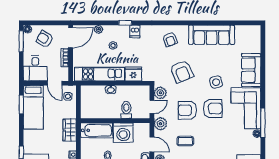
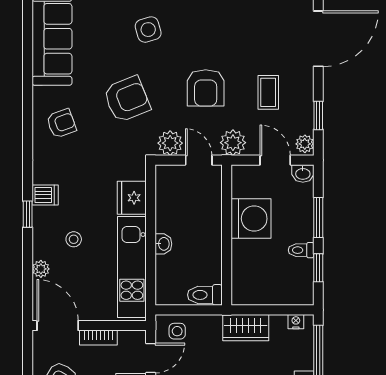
armchair: (213, 108) -> (202, 36), removed
toilet: (126, 110) -> (205, 295), moved
bathtub: (97, 130) -> (246, 273), removed
door: (152, 144) -> (275, 160), hinge flipped

